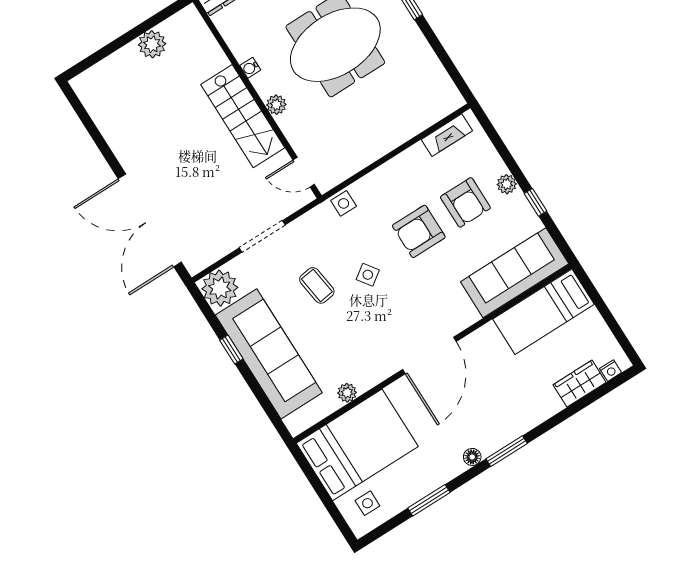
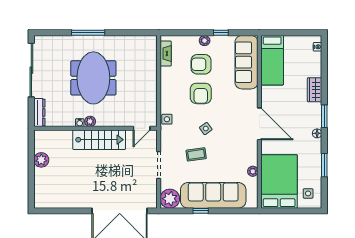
plant: (276, 105) -> (90, 121), moved
armchair: (465, 202) -> (201, 64), turned 180
wardrobe: (580, 384) -> (315, 90), moved

